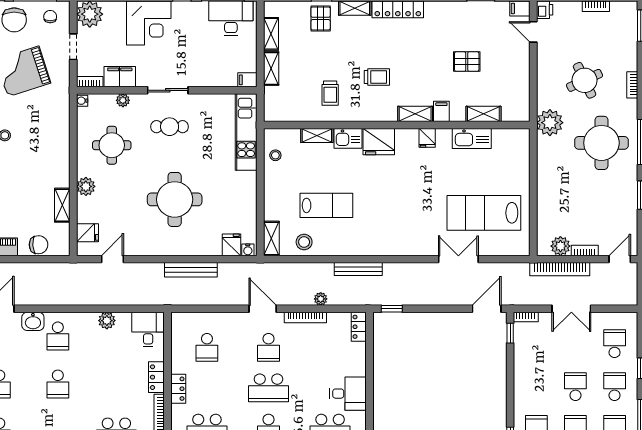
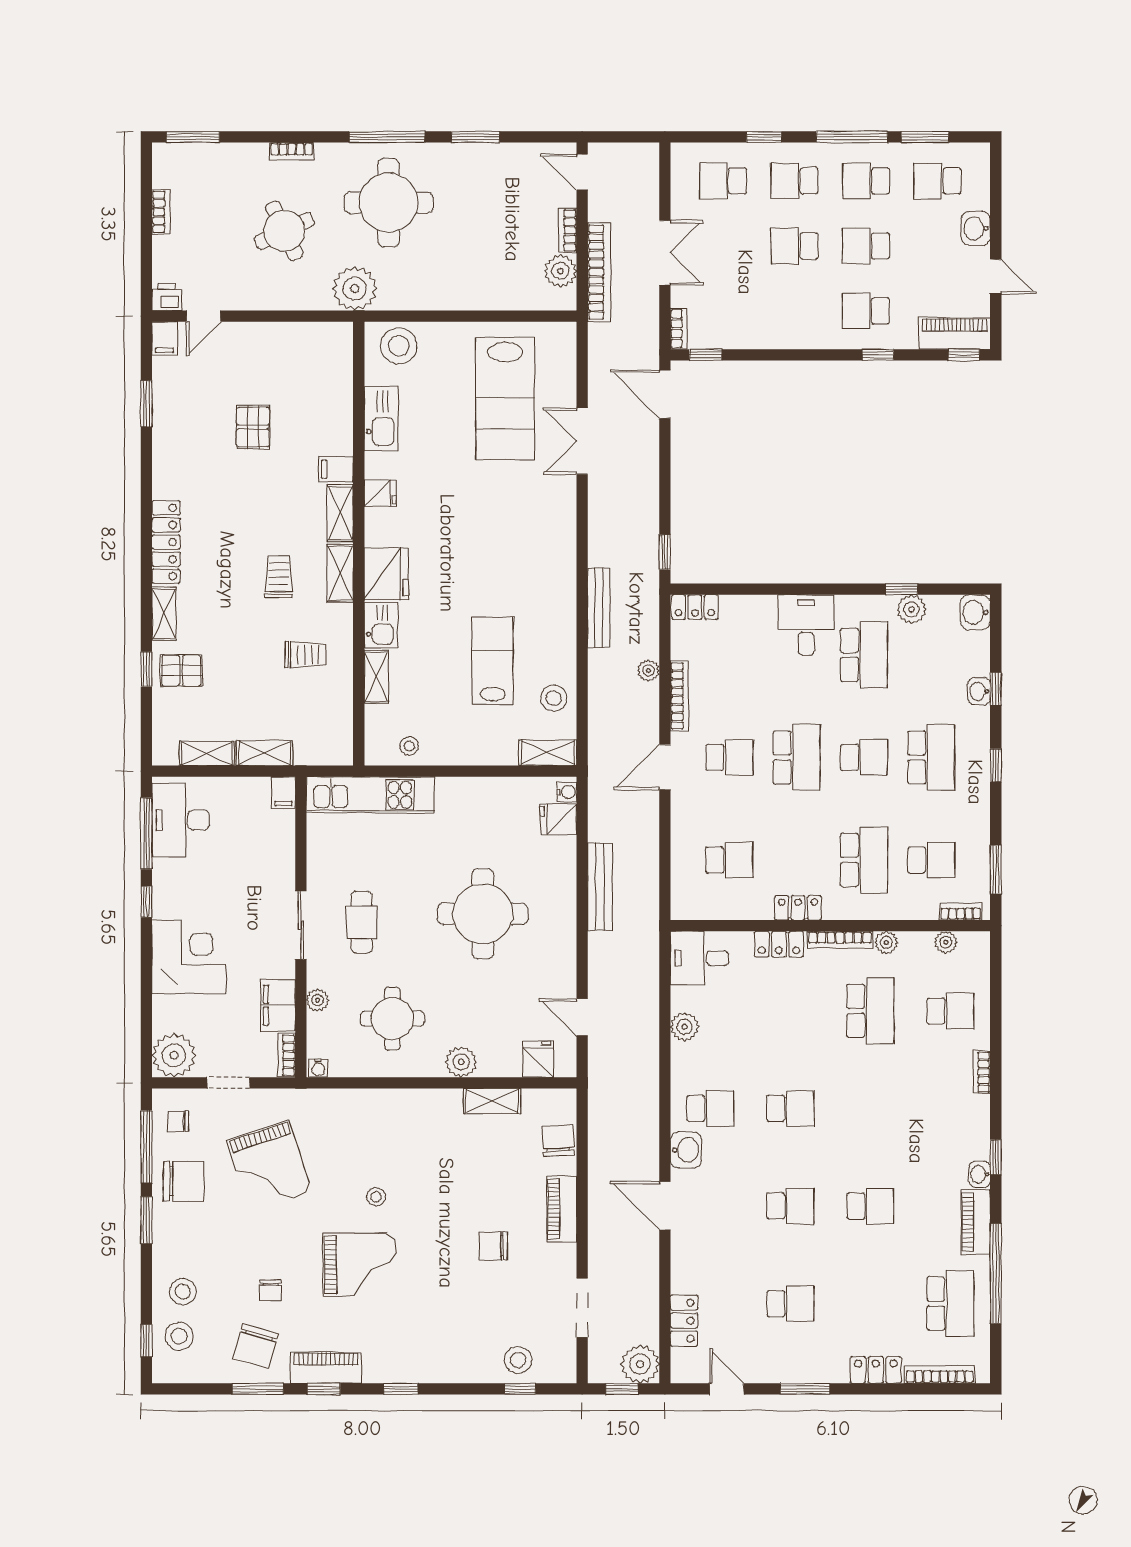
shelving: (483, 114) -> (340, 573), moved
stool: (516, 149) -> (399, 346), added

